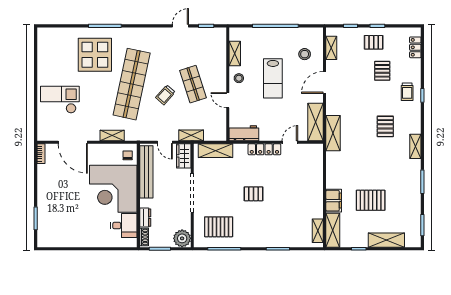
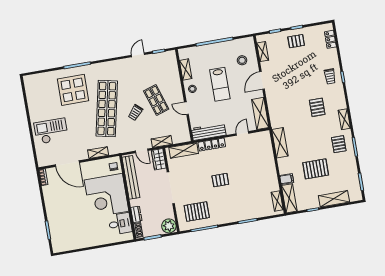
pallet: (382, 71) -> (339, 144), moved
workbench: (244, 133) -> (209, 132), width x1.37
shelving: (333, 133) -> (280, 143), moved
locker: (264, 149) -> (212, 145), moved
filing cabinet: (334, 201) -> (287, 179), width x0.50

